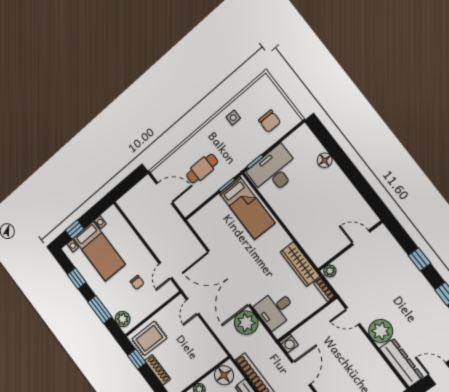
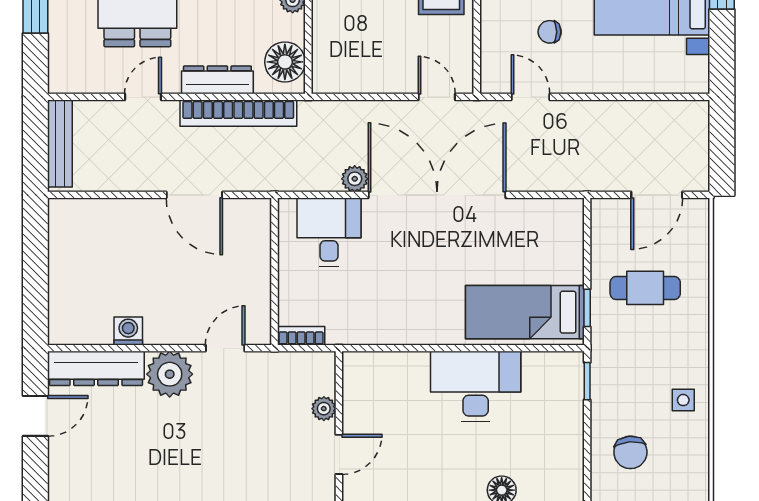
chair: (270, 121) -> (630, 452), turned -95
cafe table: (202, 169) -> (645, 288), turned 90
desk: (274, 171) -> (476, 387), moved, turned -90
wardrobe: (300, 264) -> (371, 328), removed
plant: (330, 271) -> (324, 409), moved
plant: (246, 323) -> (355, 179), width x0.53, depth x0.53
washing machine: (289, 344) -> (128, 331), moved, turned 90

